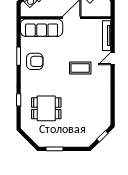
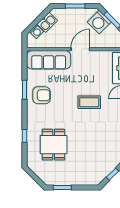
dining table: (46, 108) -> (54, 145), turned 90

